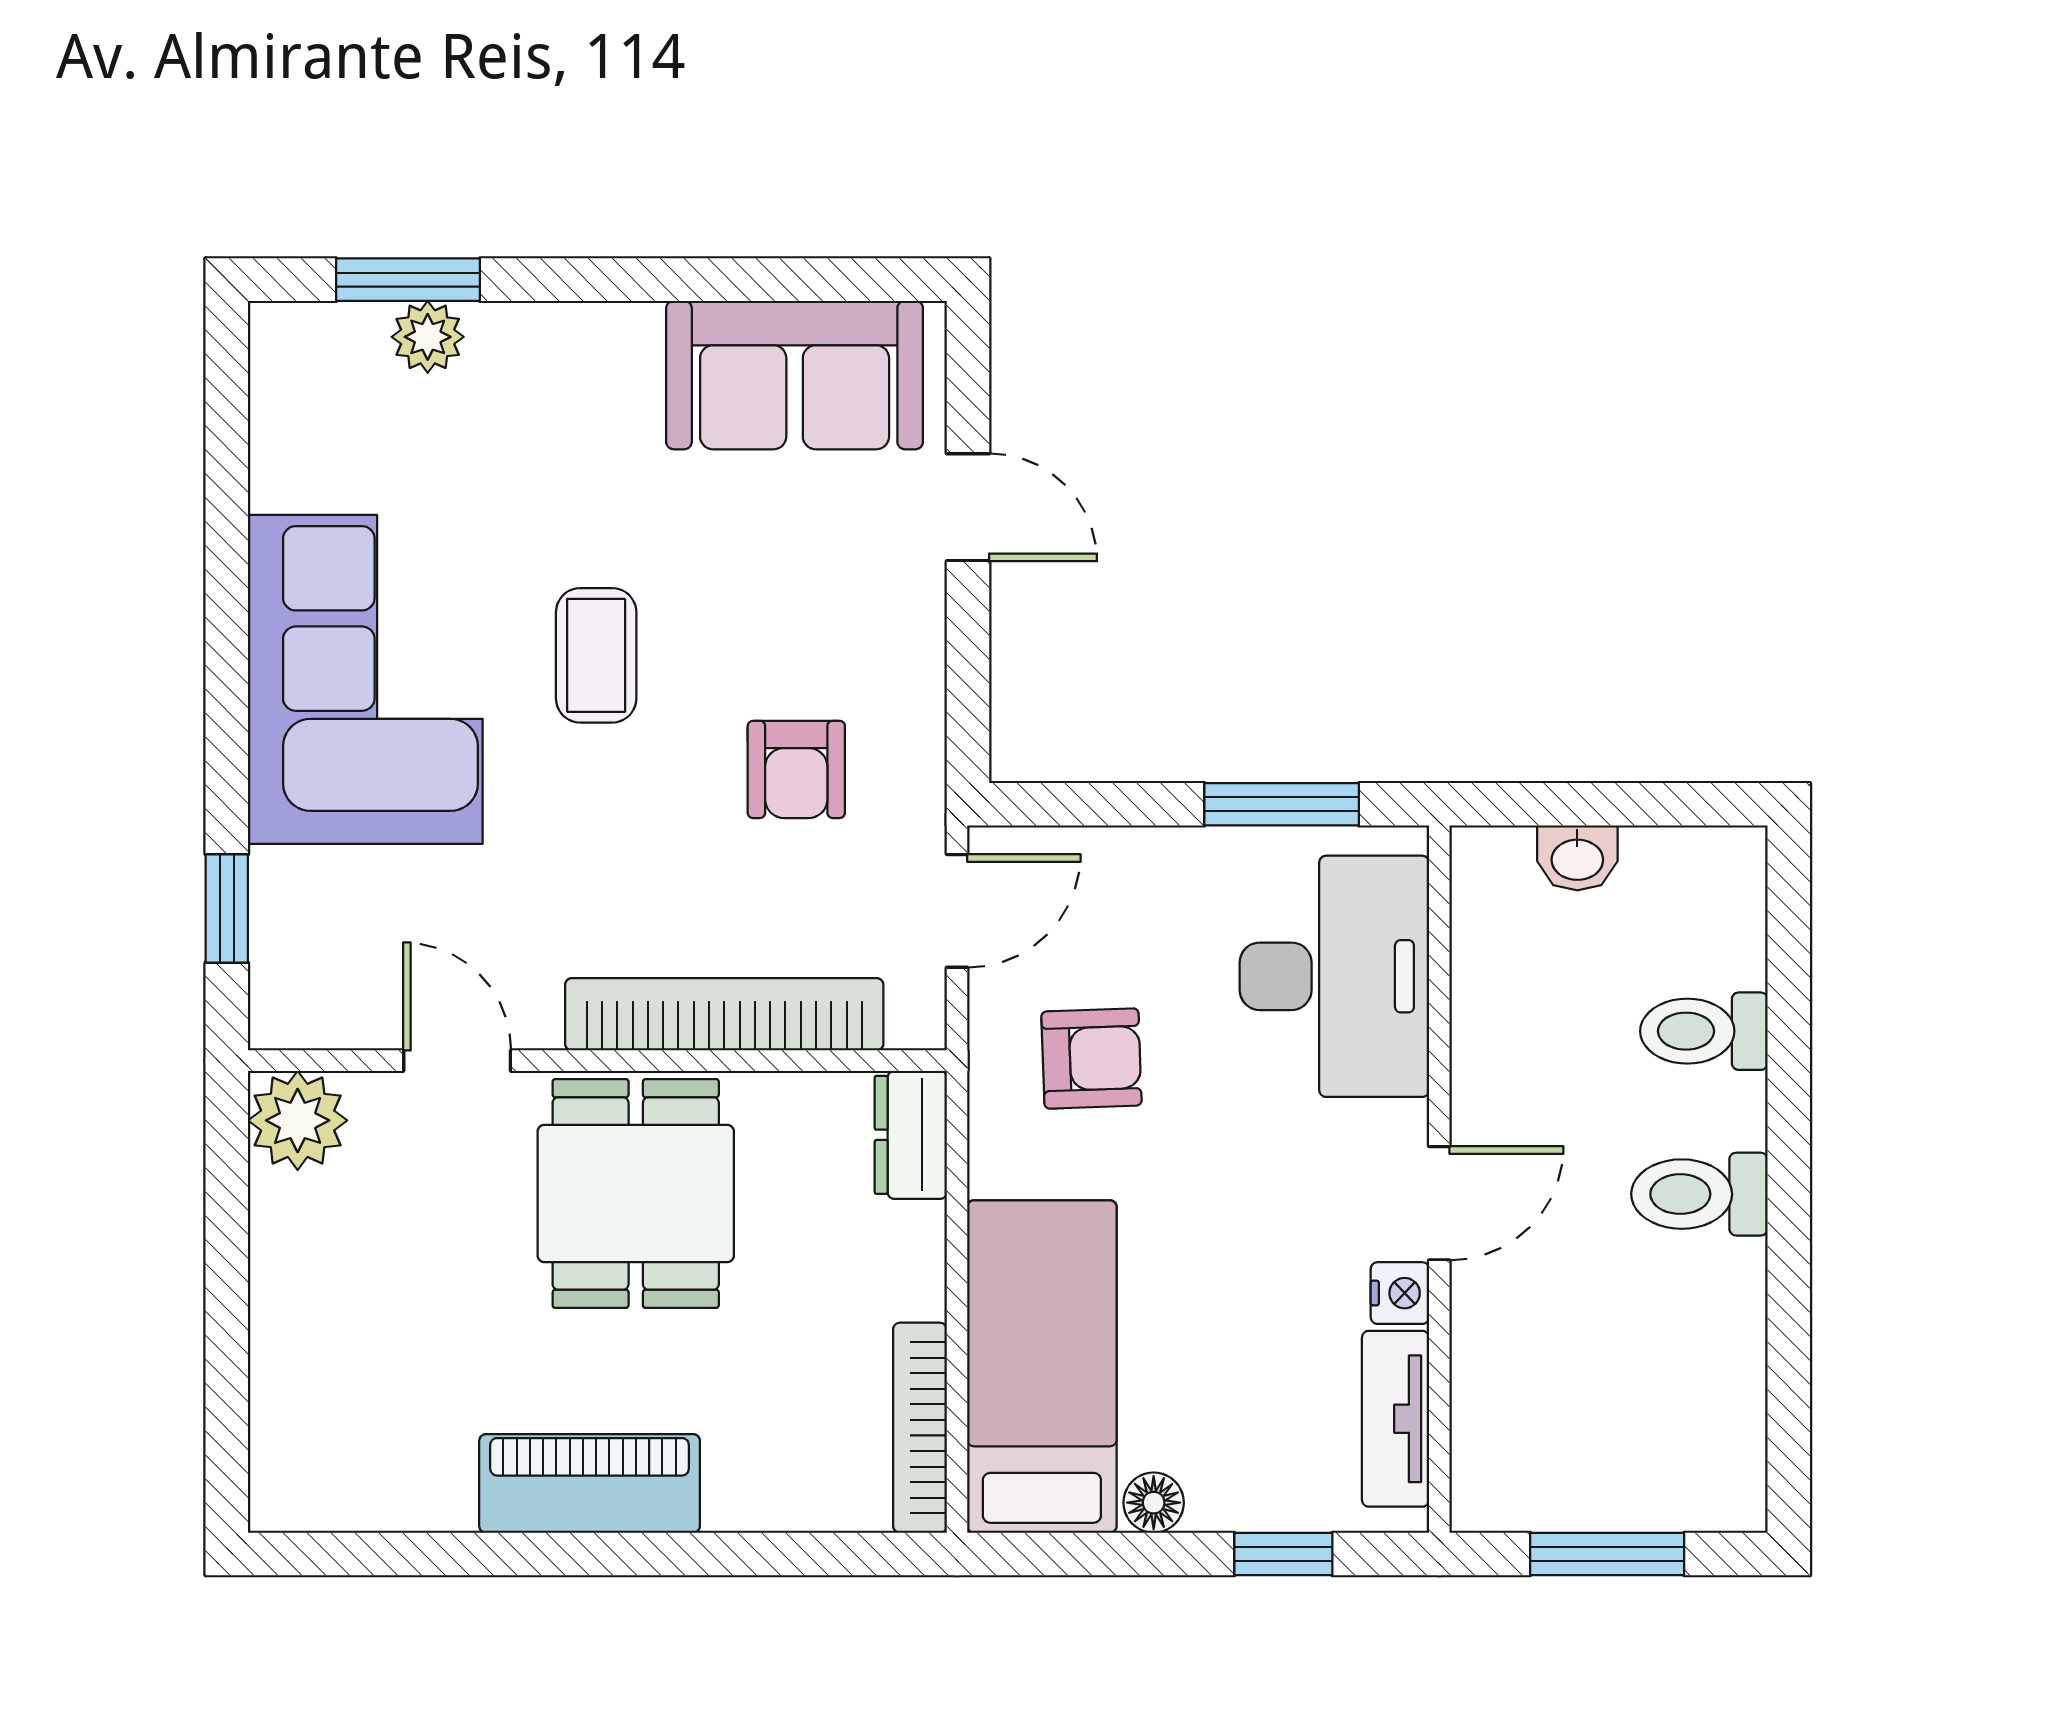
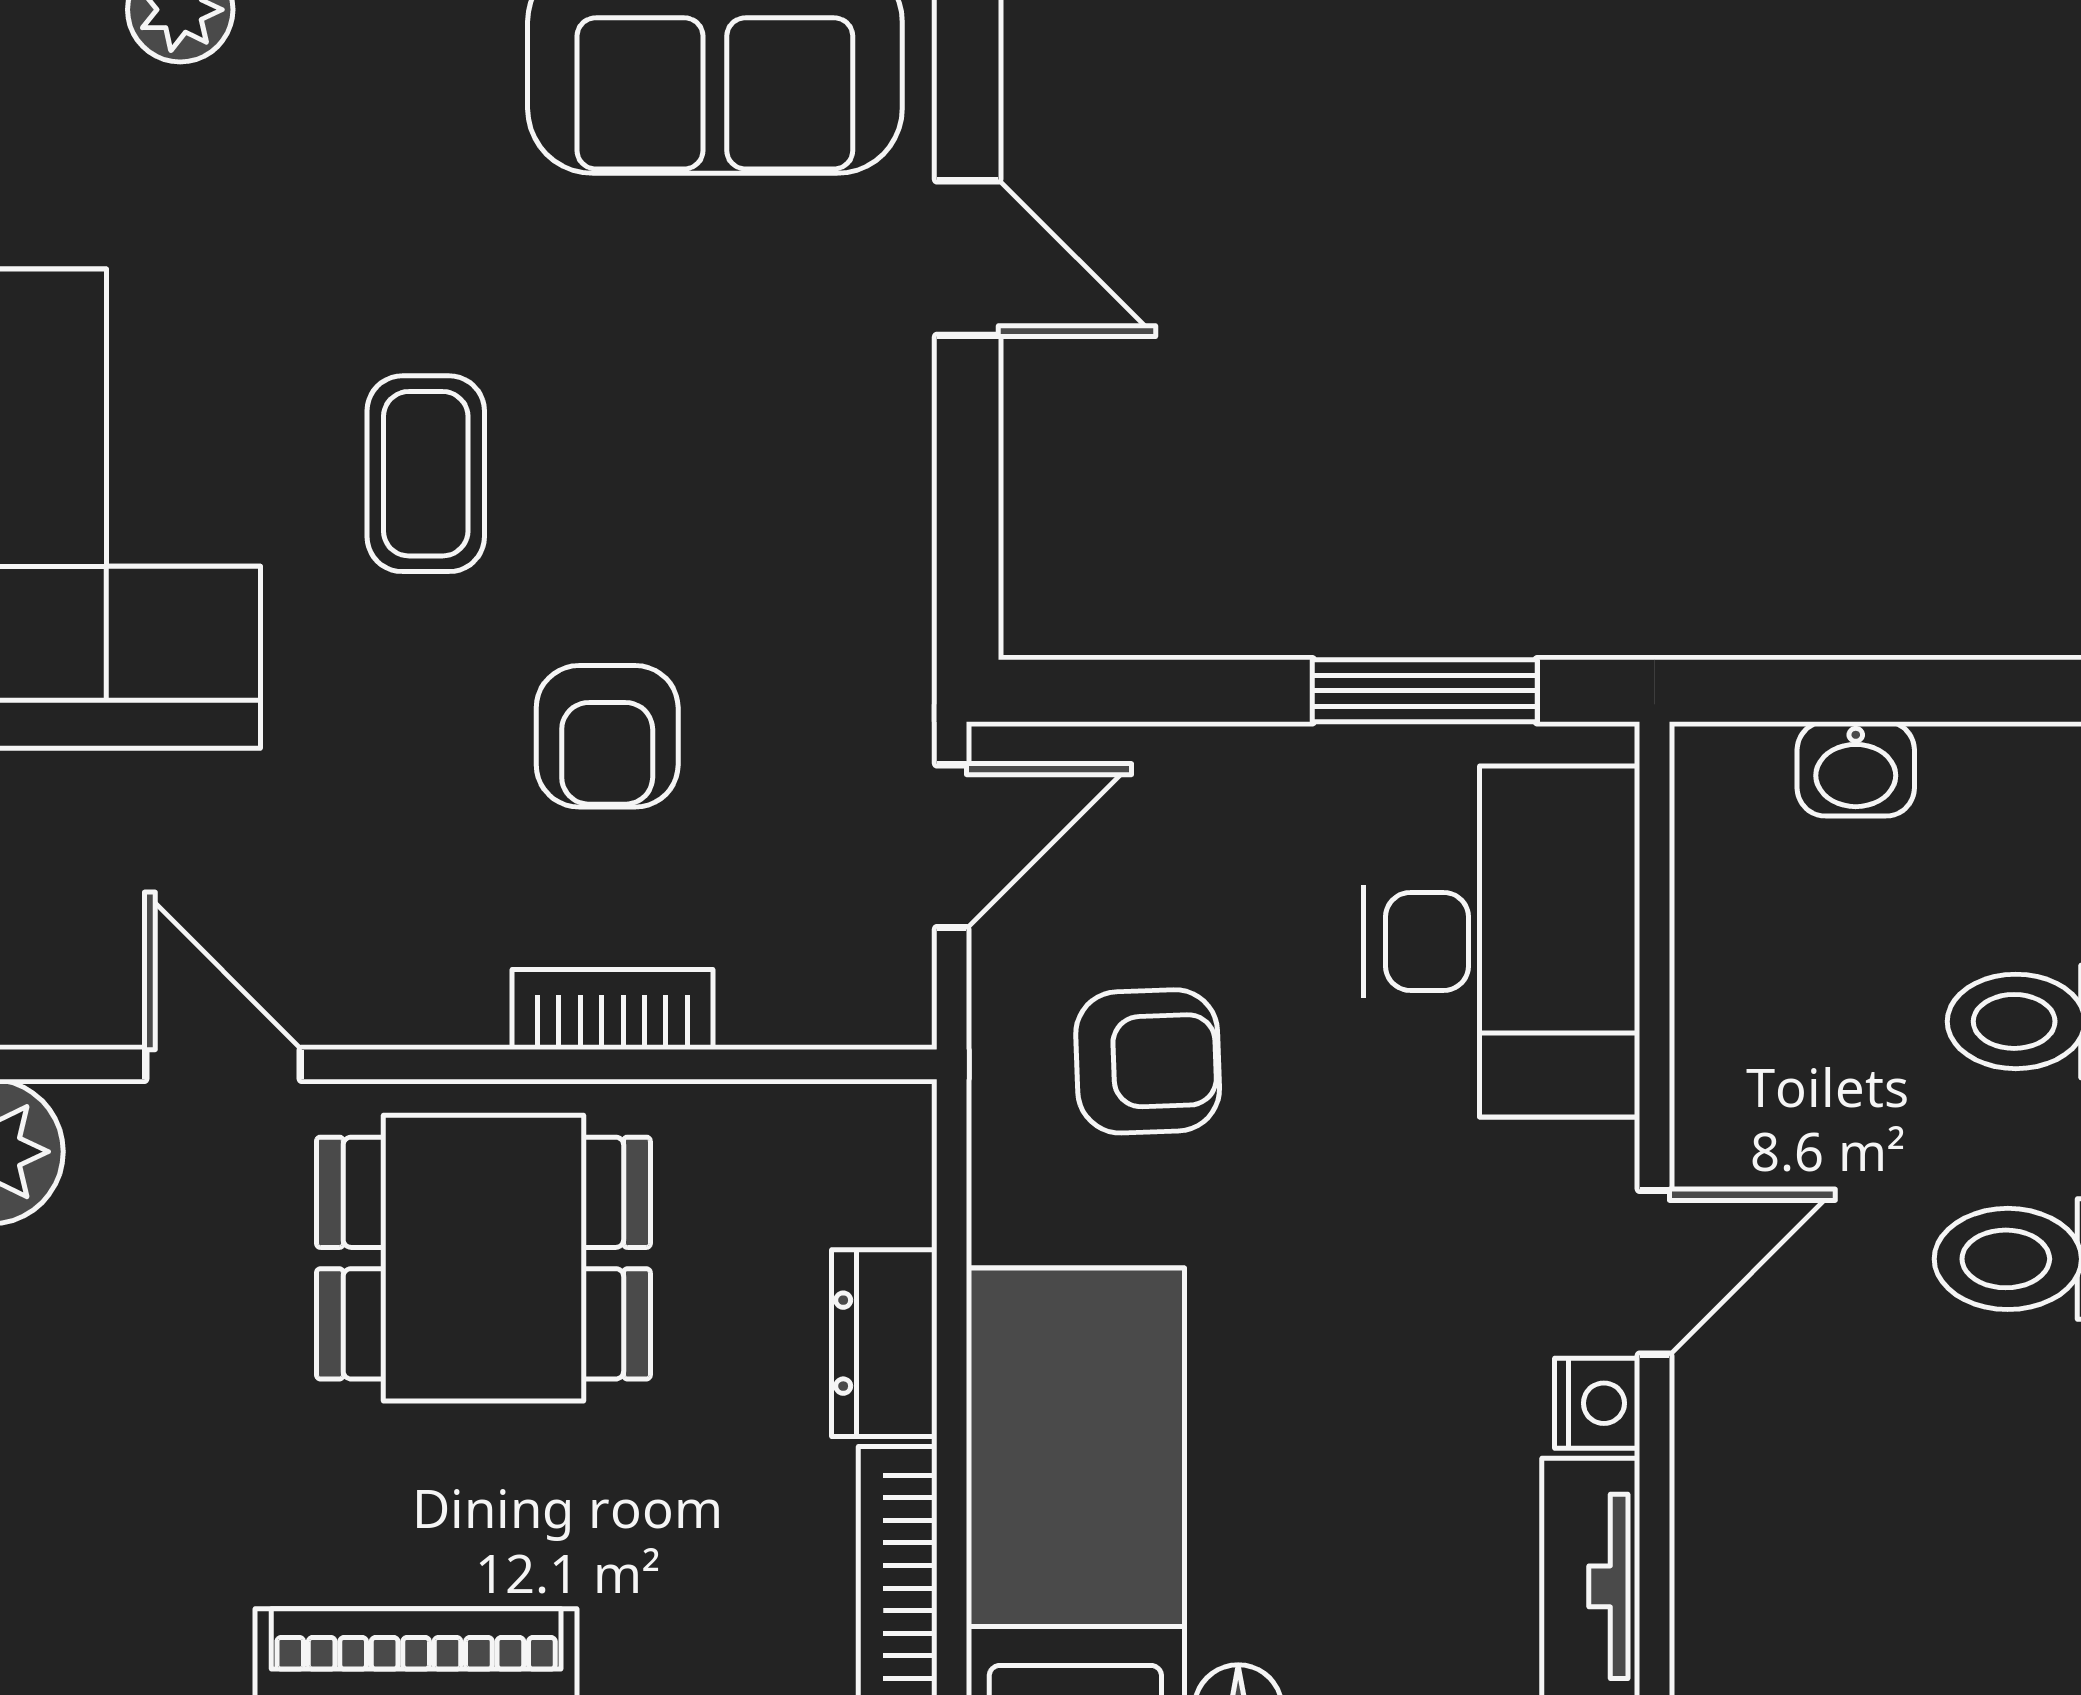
armchair: (796, 769) -> (607, 736), moved
bookcase: (724, 1014) -> (612, 1009), width x0.43, depth x0.76
dresser: (911, 1135) -> (884, 1343), moved
dining table: (636, 1193) -> (483, 1258), turned 90

